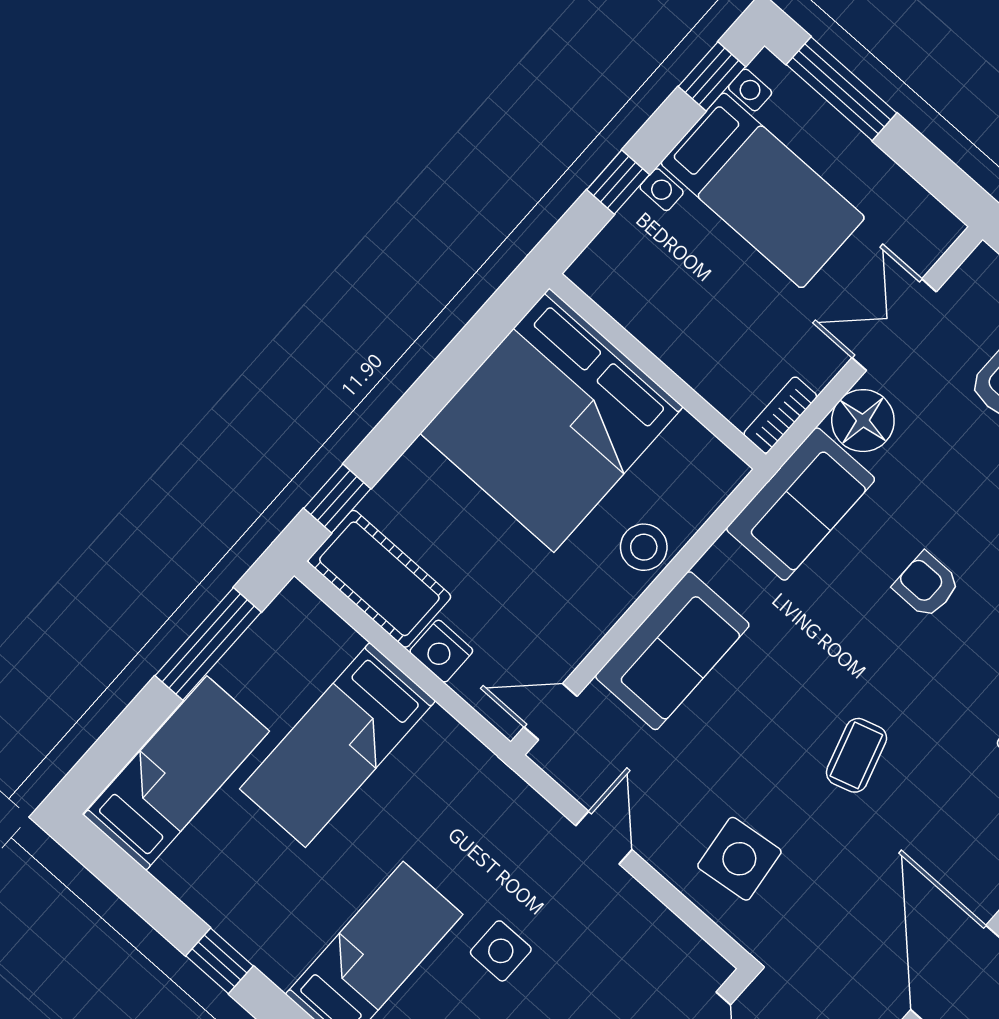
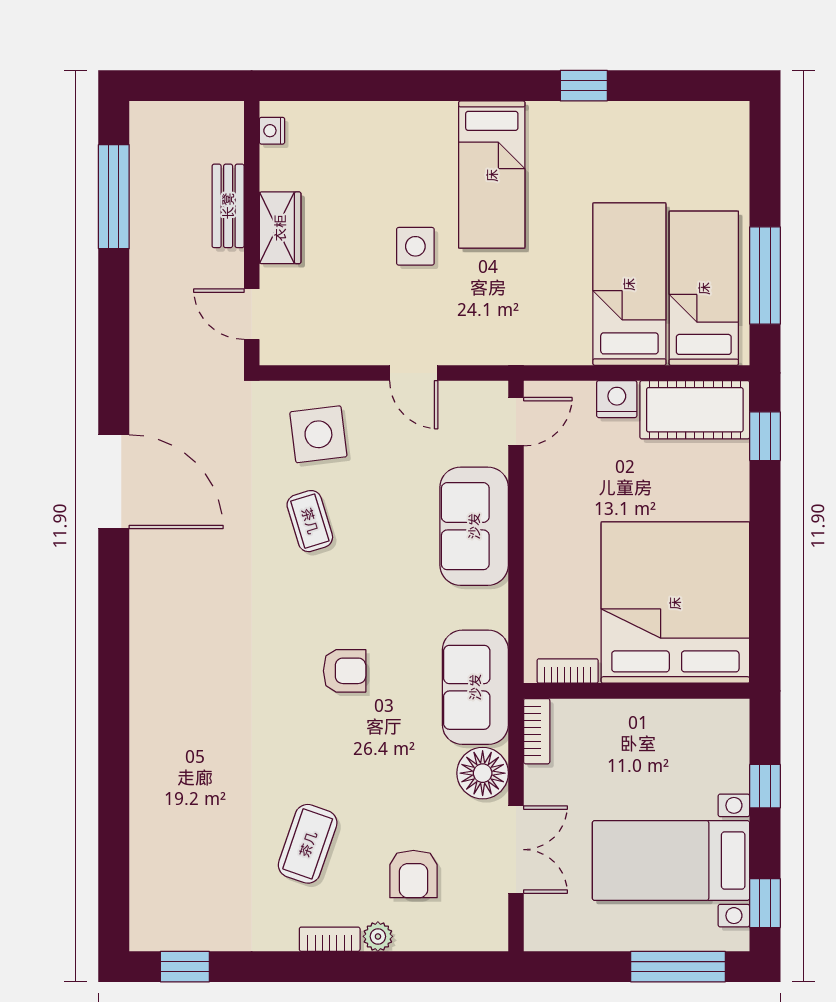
bookcase: (704, 445) -> (568, 671), added
stool: (644, 547) -> (549, 575), removed
armchair: (927, 585) -> (345, 671), moved
coffee table: (856, 755) -> (310, 521), moved
bed: (176, 773) -> (704, 288), moved, turned 180

